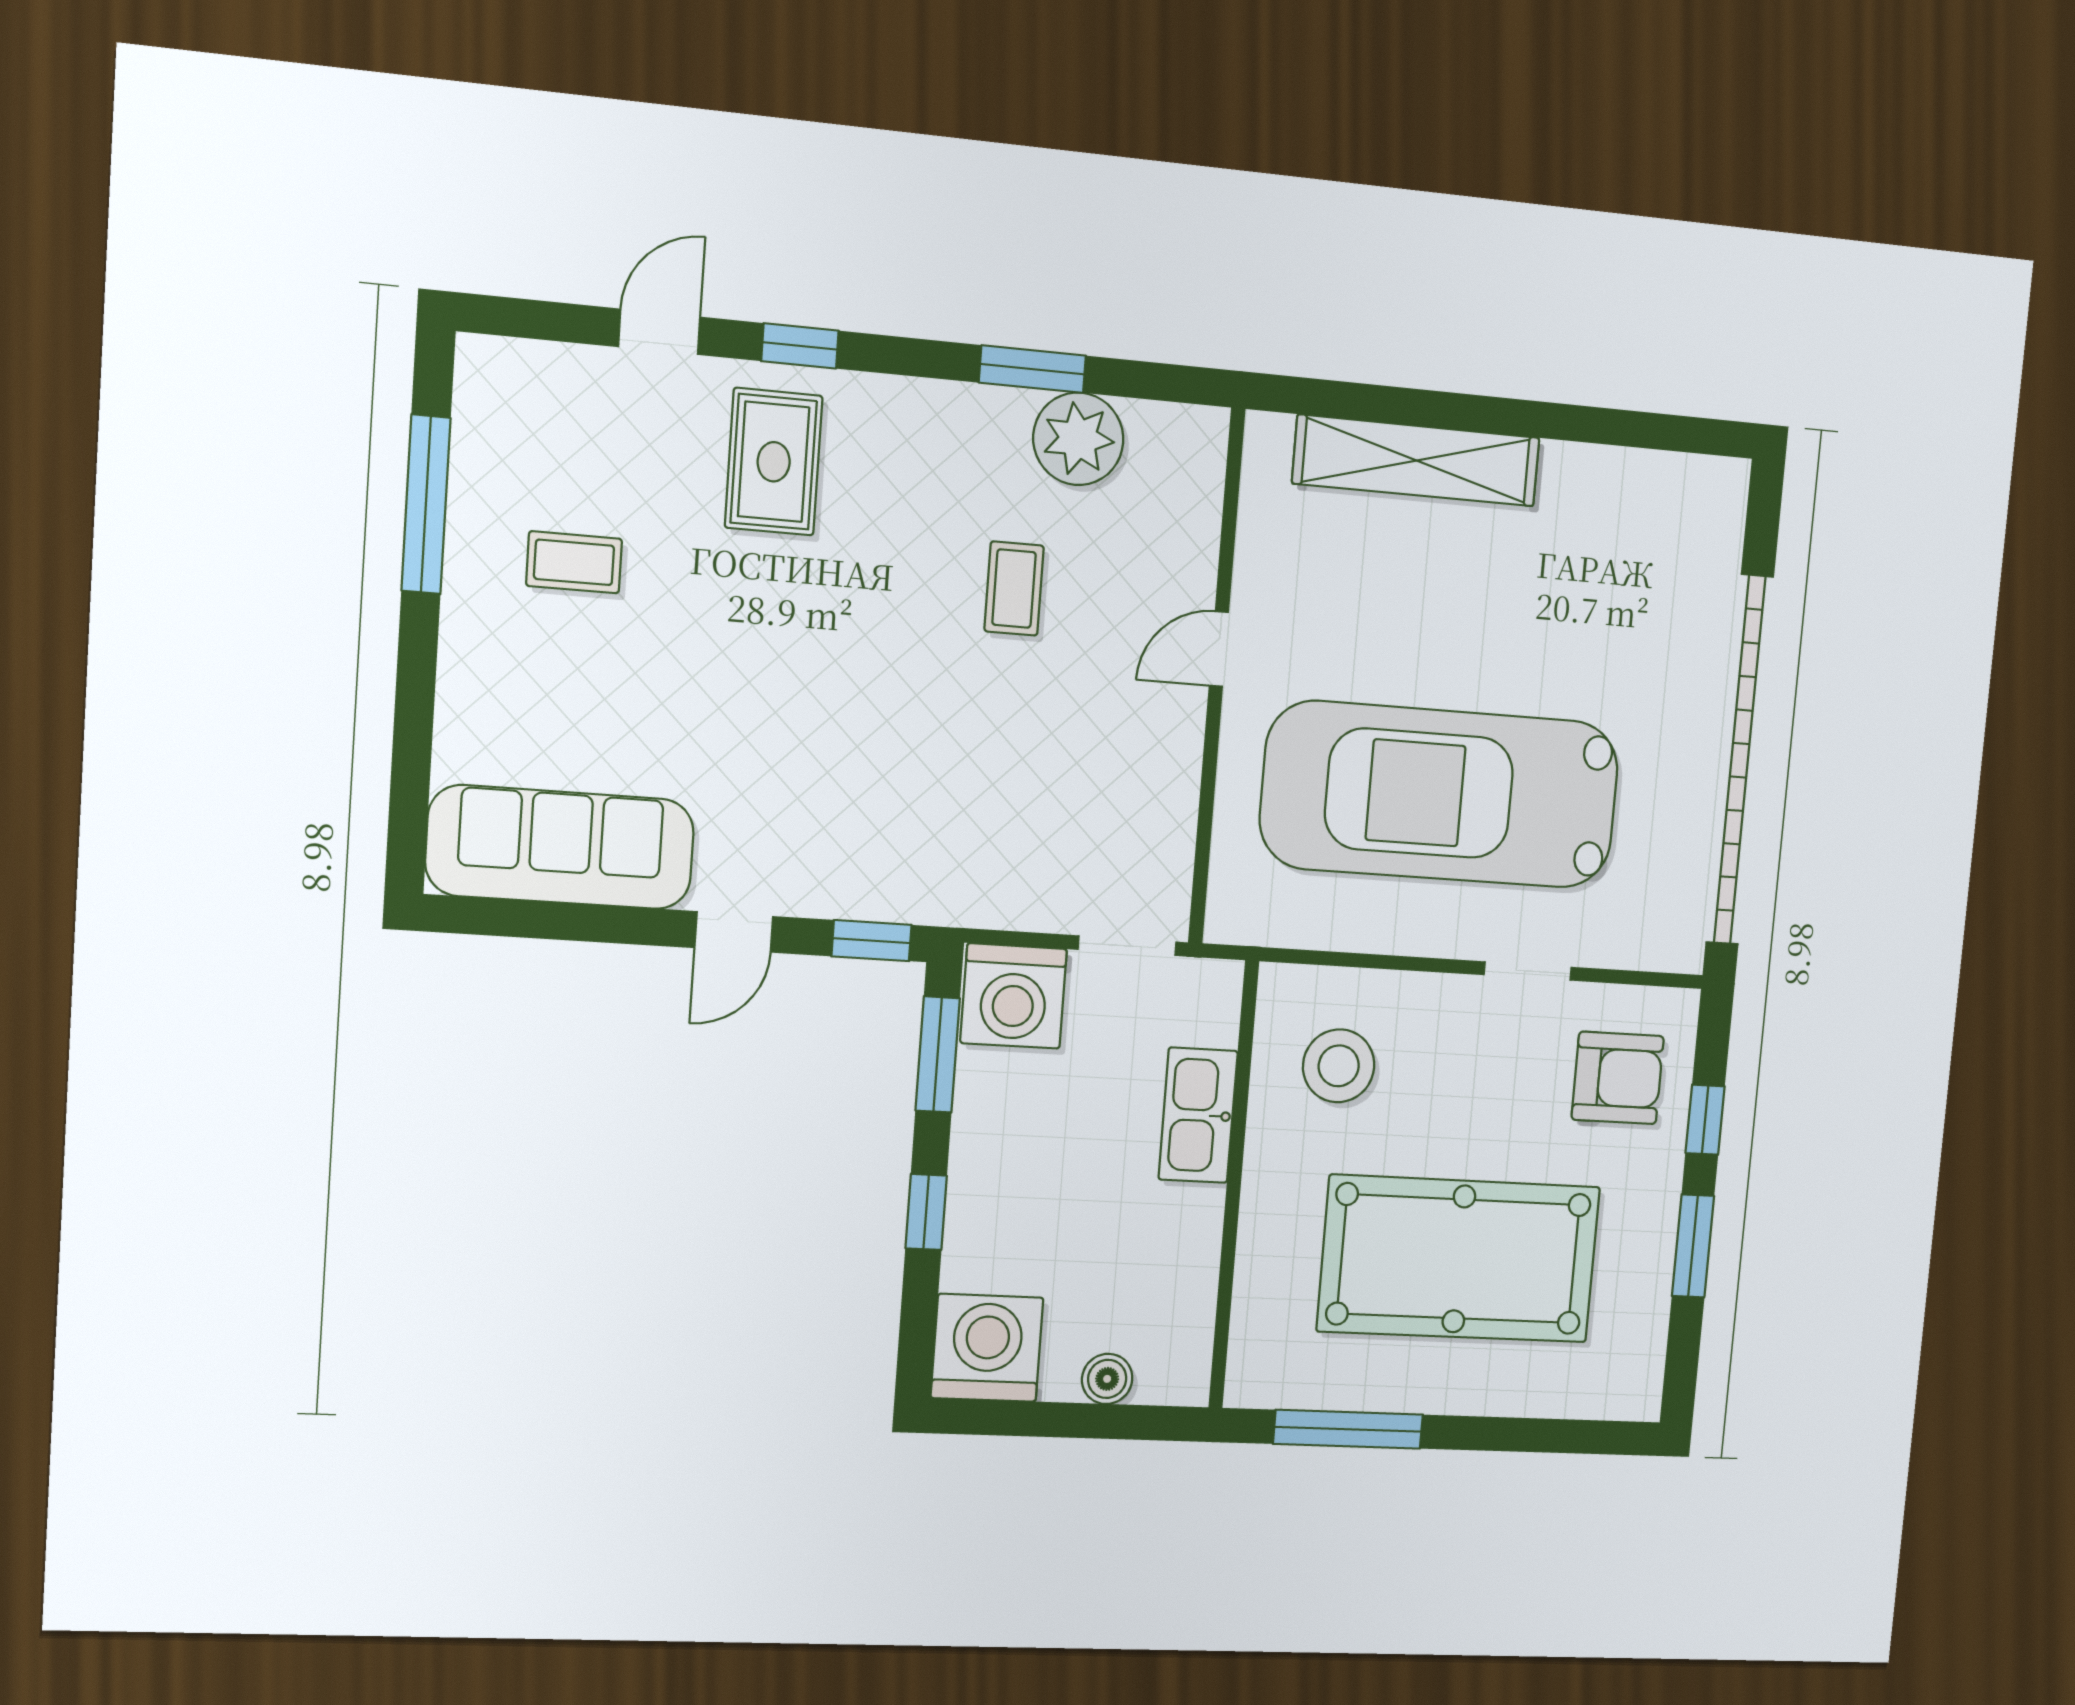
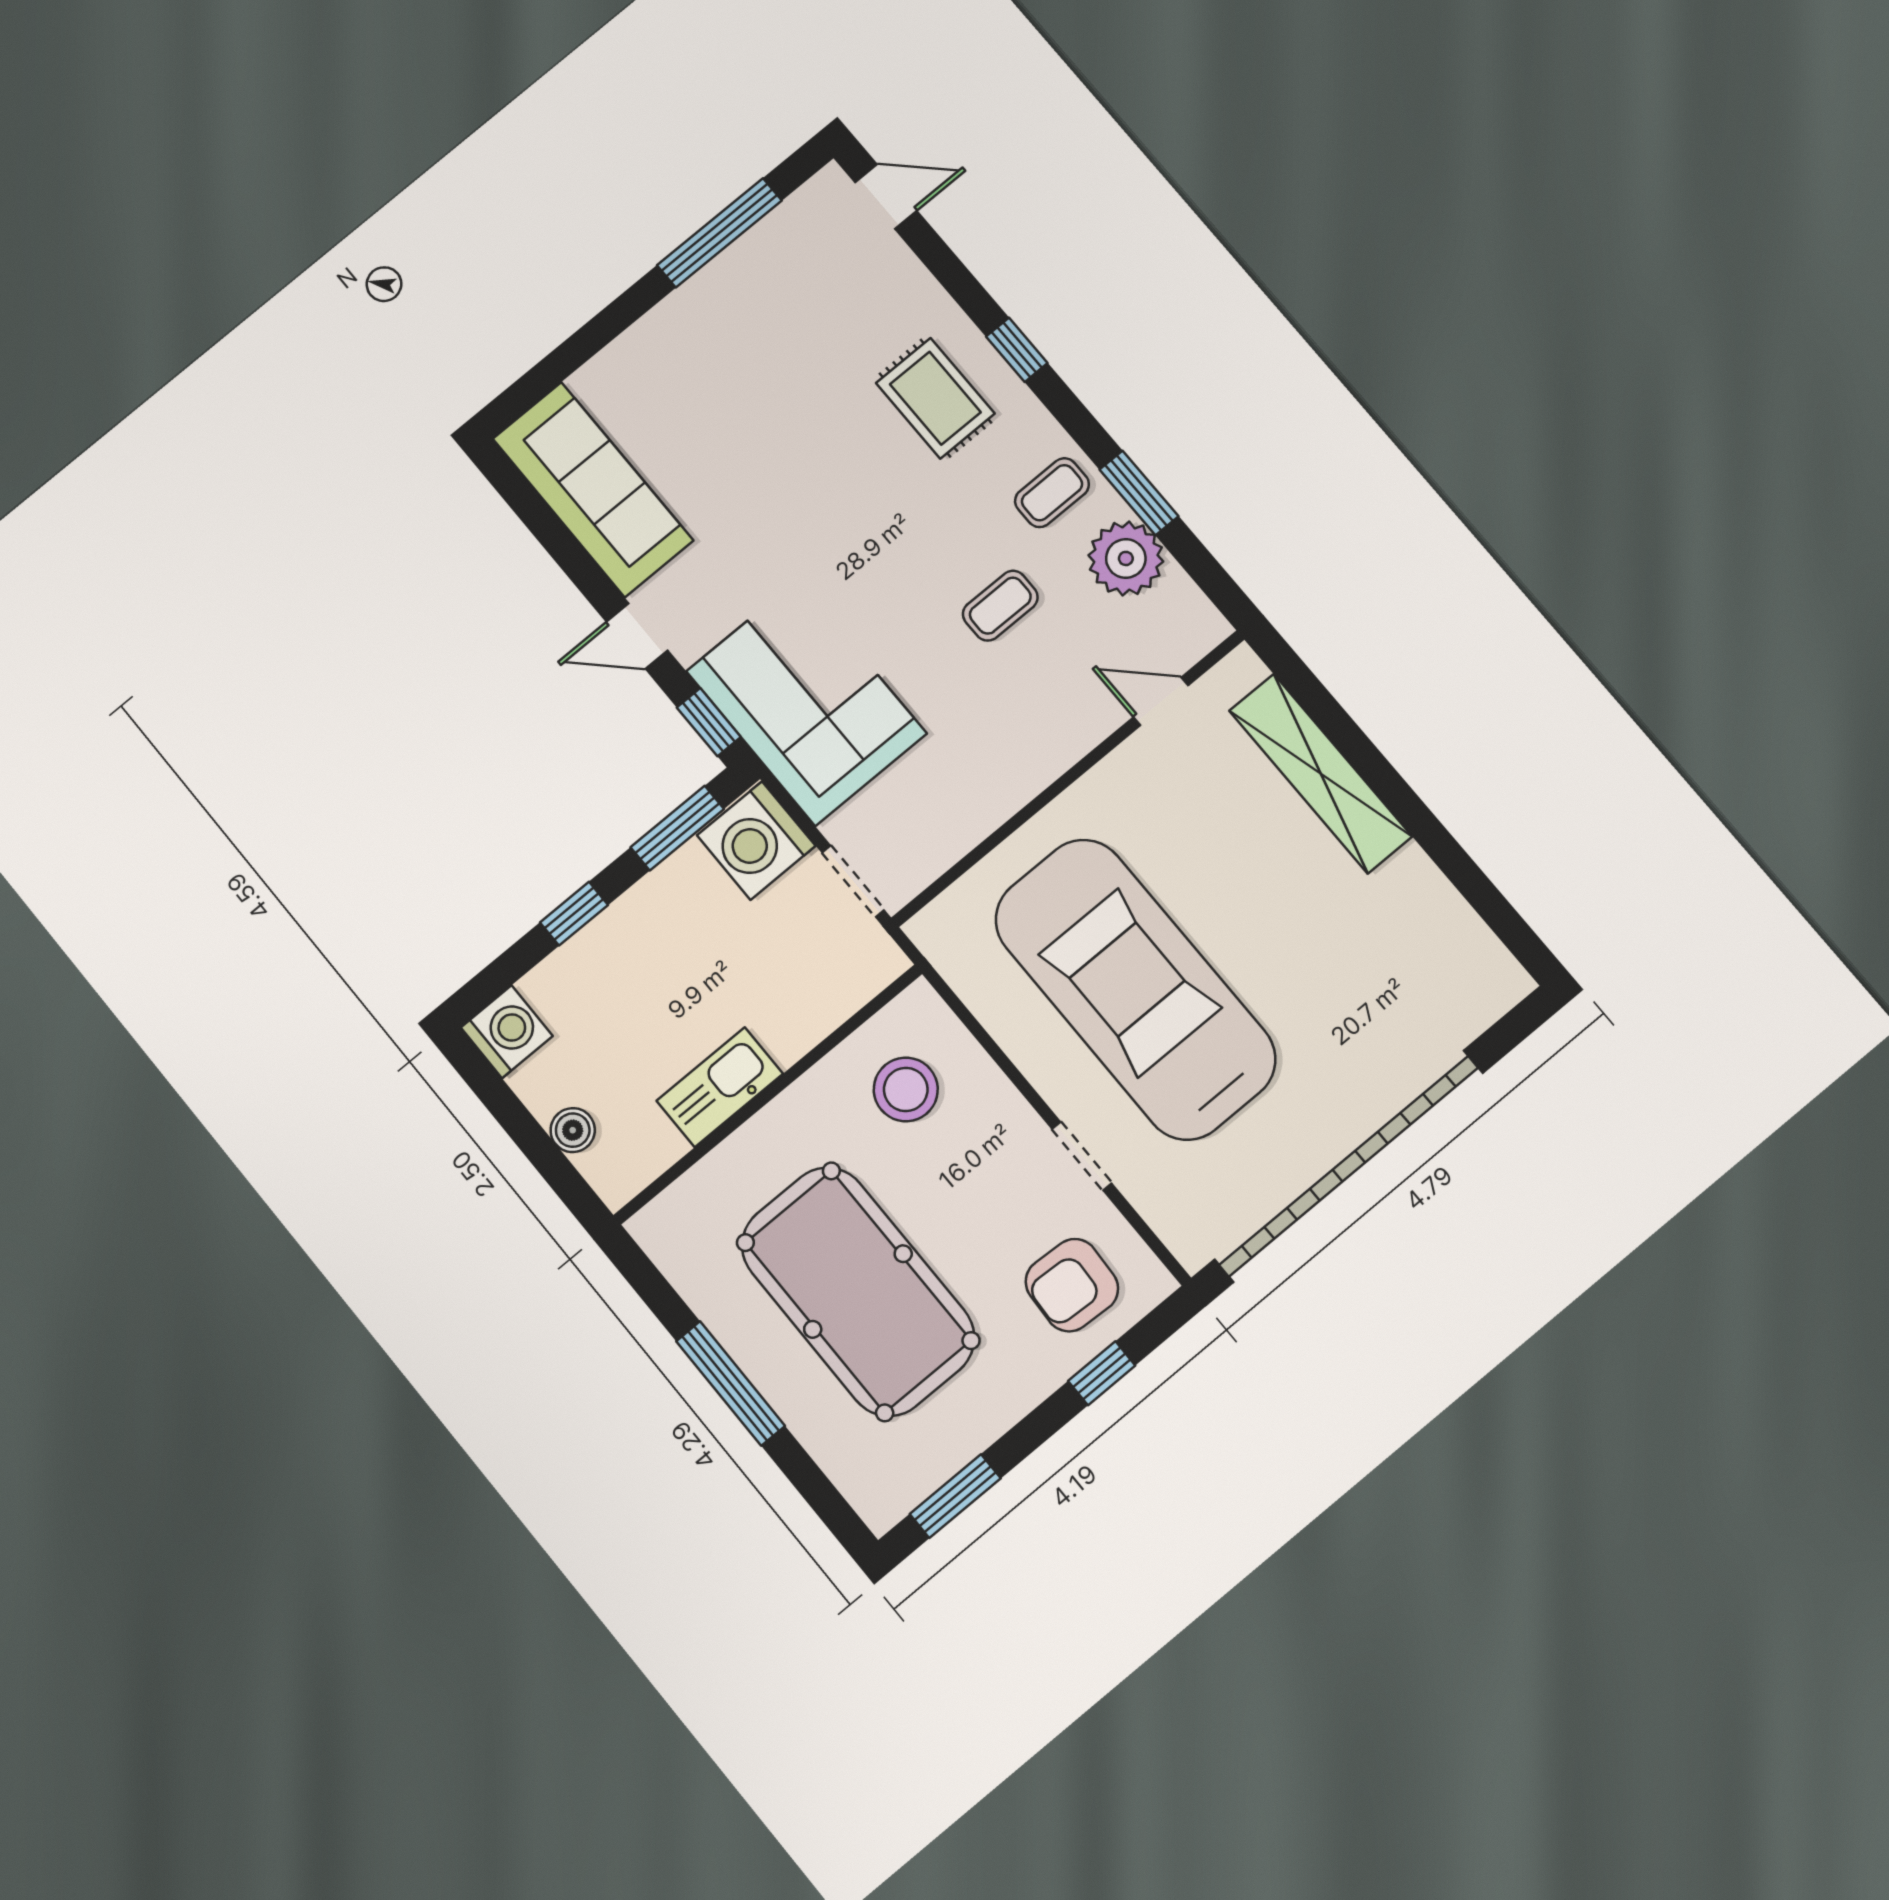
door: (659, 332) -> (886, 196), moved
rug: (774, 462) -> (935, 398), turned 90
coffee table: (574, 562) -> (1052, 493), moved, turned 90
door: (1219, 649) -> (1161, 701), moved
corner sofa: (936, 839) -> (806, 702), added
armchair: (1618, 1078) -> (1072, 1285), turned 93
kitchen sink: (1198, 1115) -> (720, 1087), moved
window: (1693, 1246) -> (955, 1496), moved
washing machine: (987, 1348) -> (507, 1032), width x0.73, depth x0.73
window: (1348, 1429) -> (731, 1383), moved

